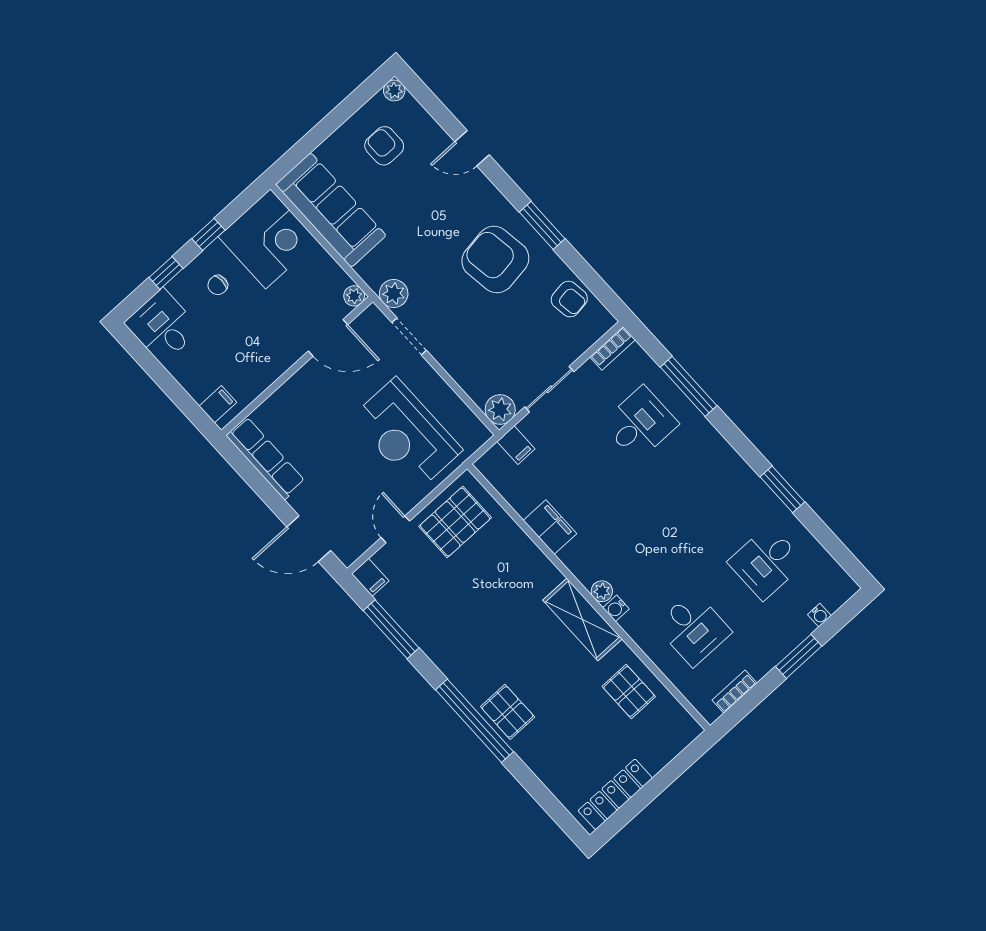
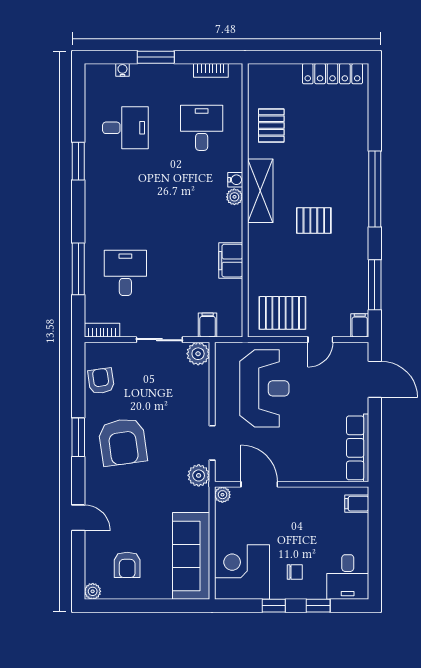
desk: (640, 424) -> (125, 273), turned 90
pallet: (508, 712) -> (314, 220), moved, turned 90

